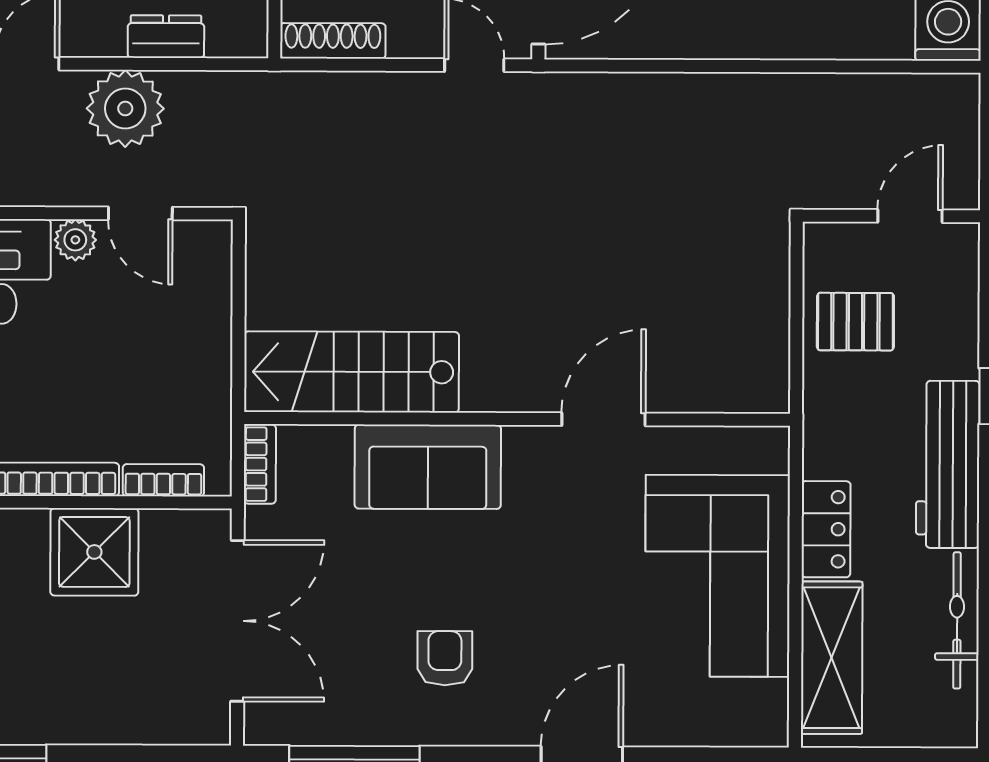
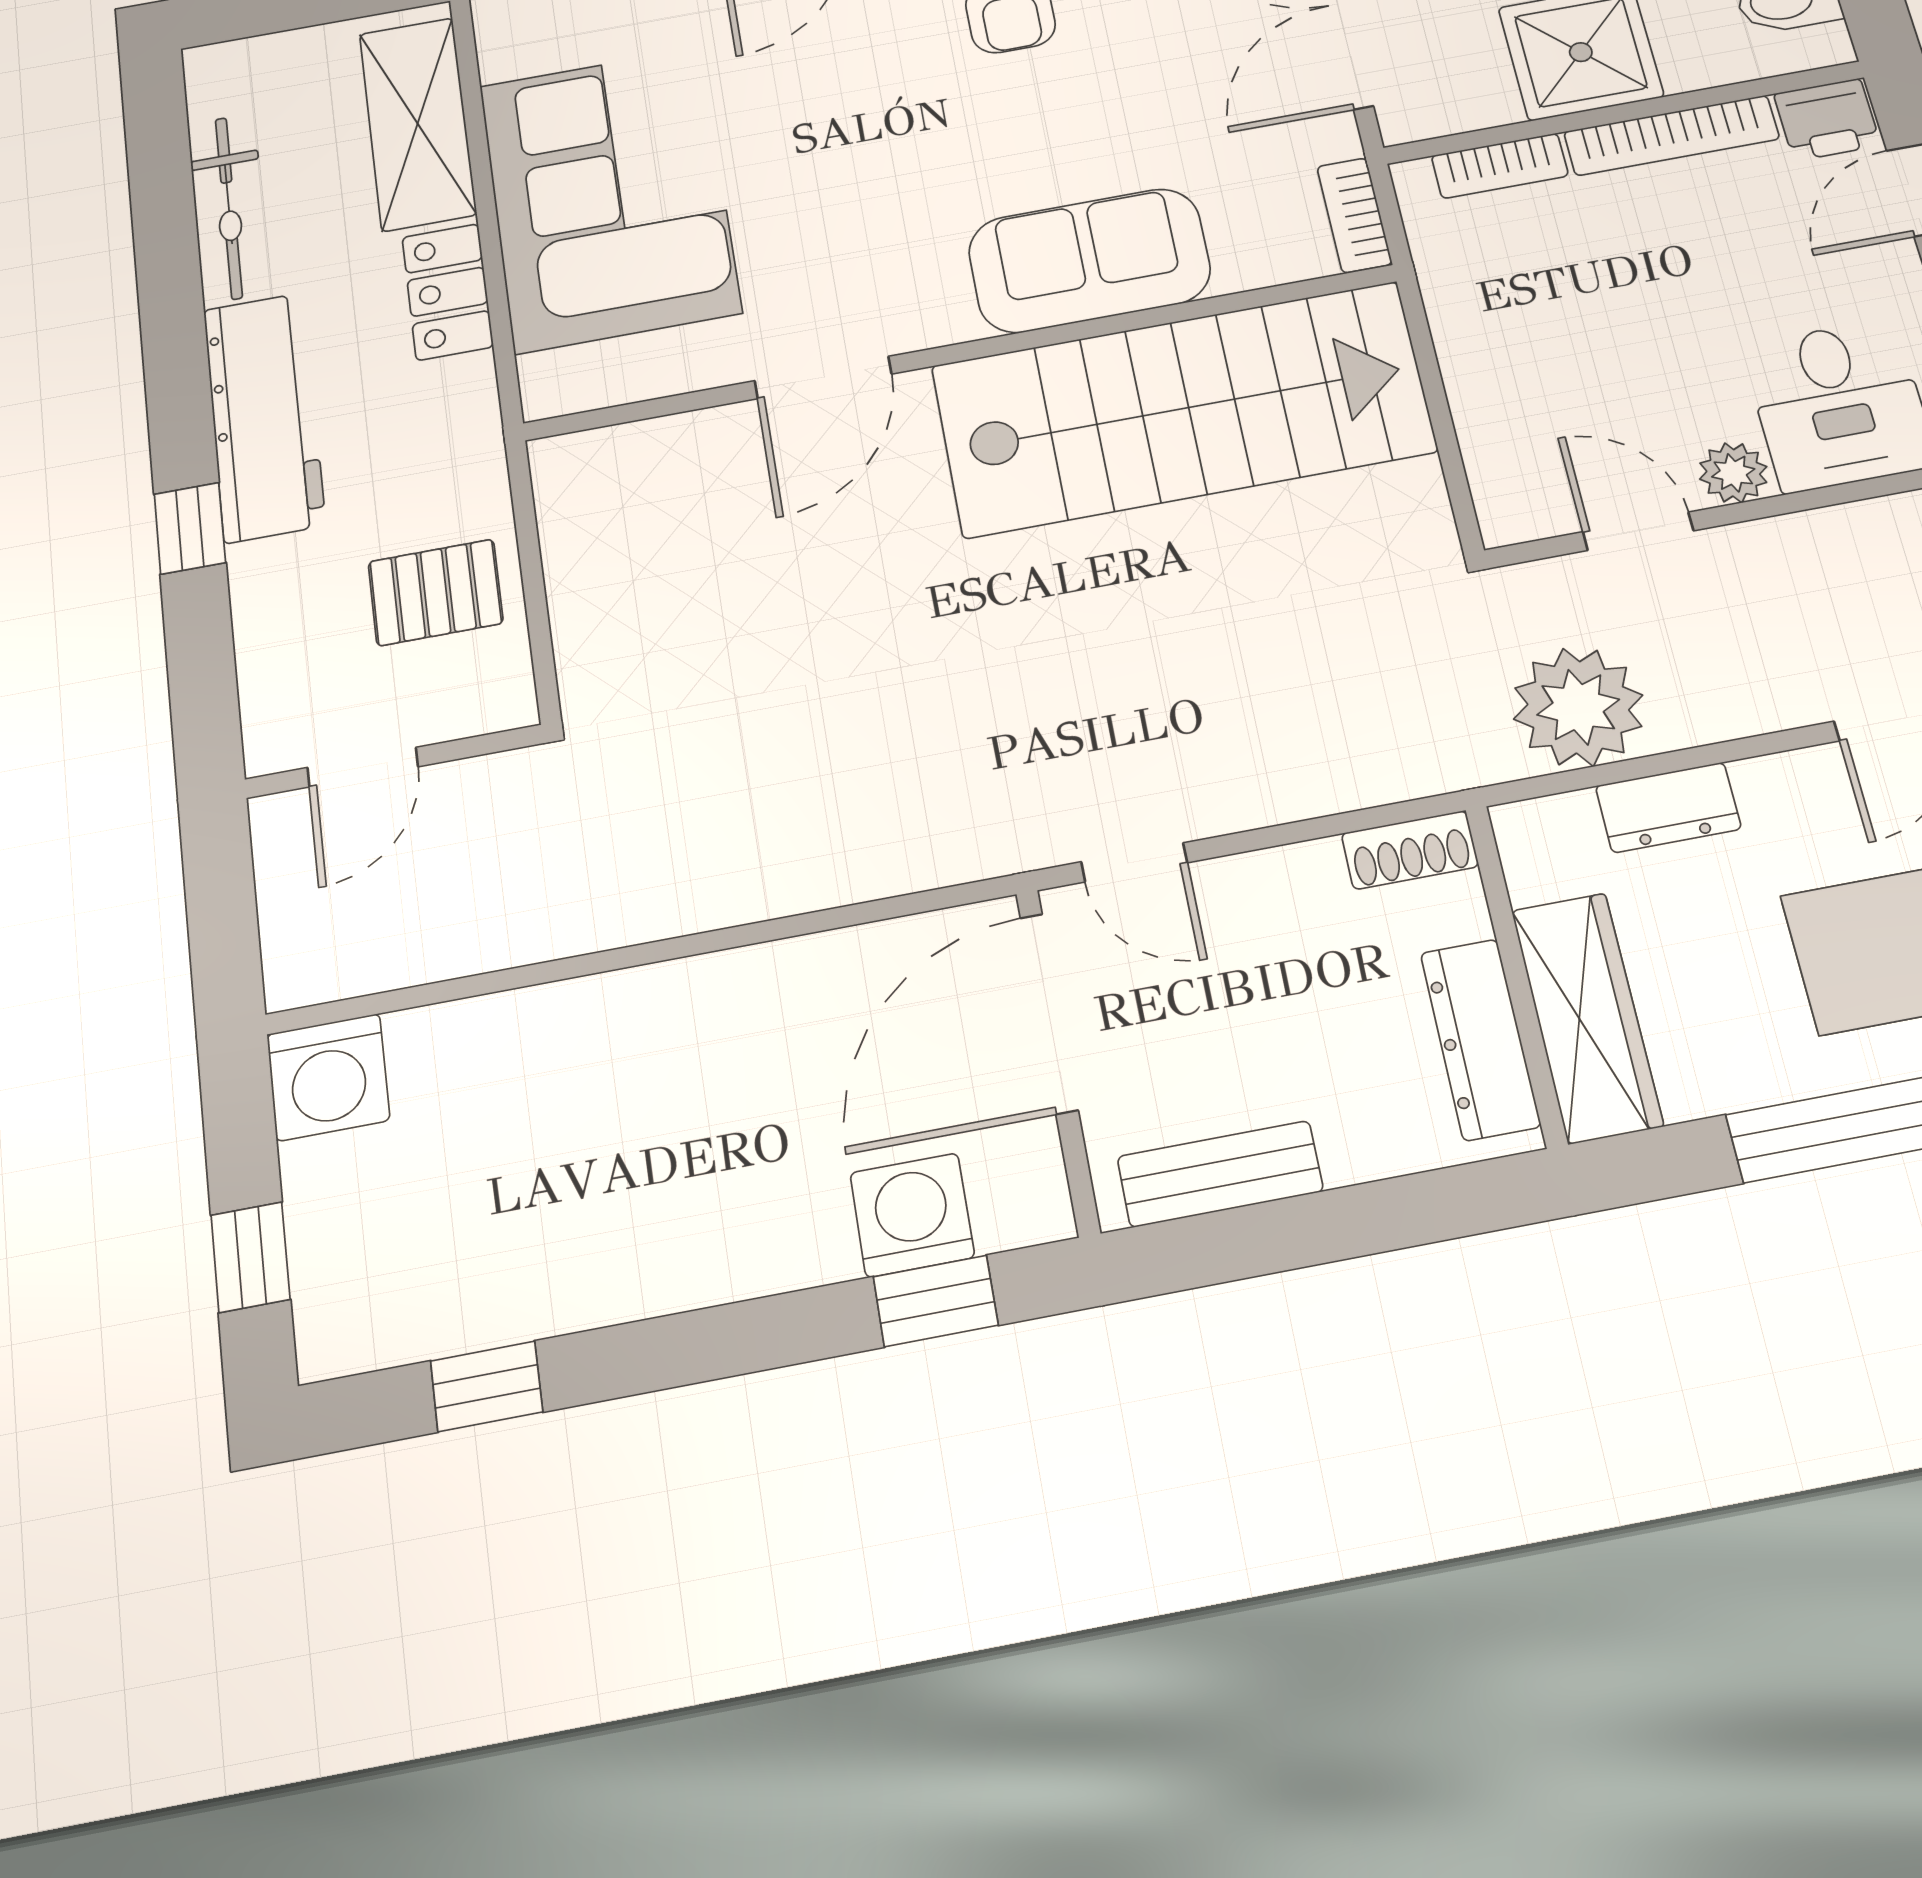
shoe rack: (333, 41) -> (1410, 850), width x0.70
plant: (125, 108) -> (1578, 707), moved
stairs: (352, 372) -> (1183, 409), width x1.36, depth x1.51

